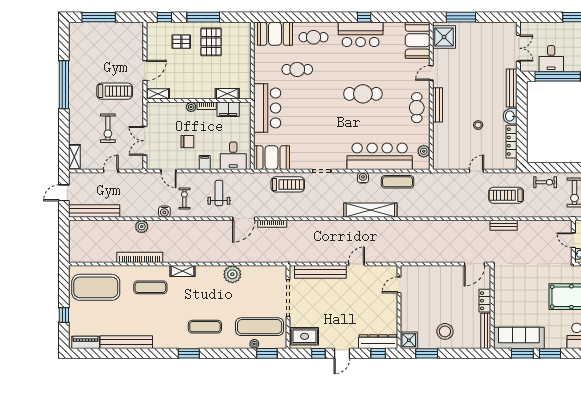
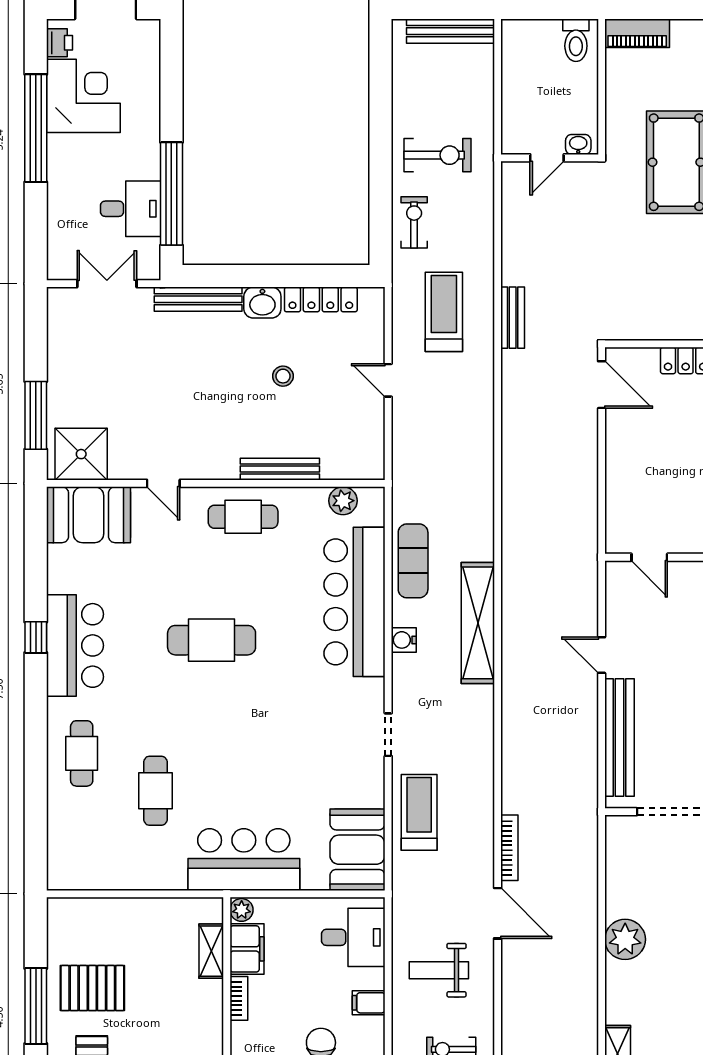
booth: (275, 34) -> (74, 842), removed
cafe table: (363, 94) -> (212, 640), turned 90
bench: (438, 105) -> (280, 469), moved
plant: (191, 107) -> (242, 910), moved
treadmill: (506, 195) -> (444, 312), turned 180

